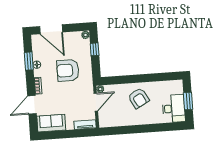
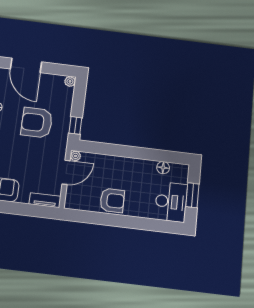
window: (95, 49) -> (75, 125), moved
floor lamp: (164, 85) -> (163, 168), added
armchair: (139, 98) -> (112, 200), moved, turned -61

